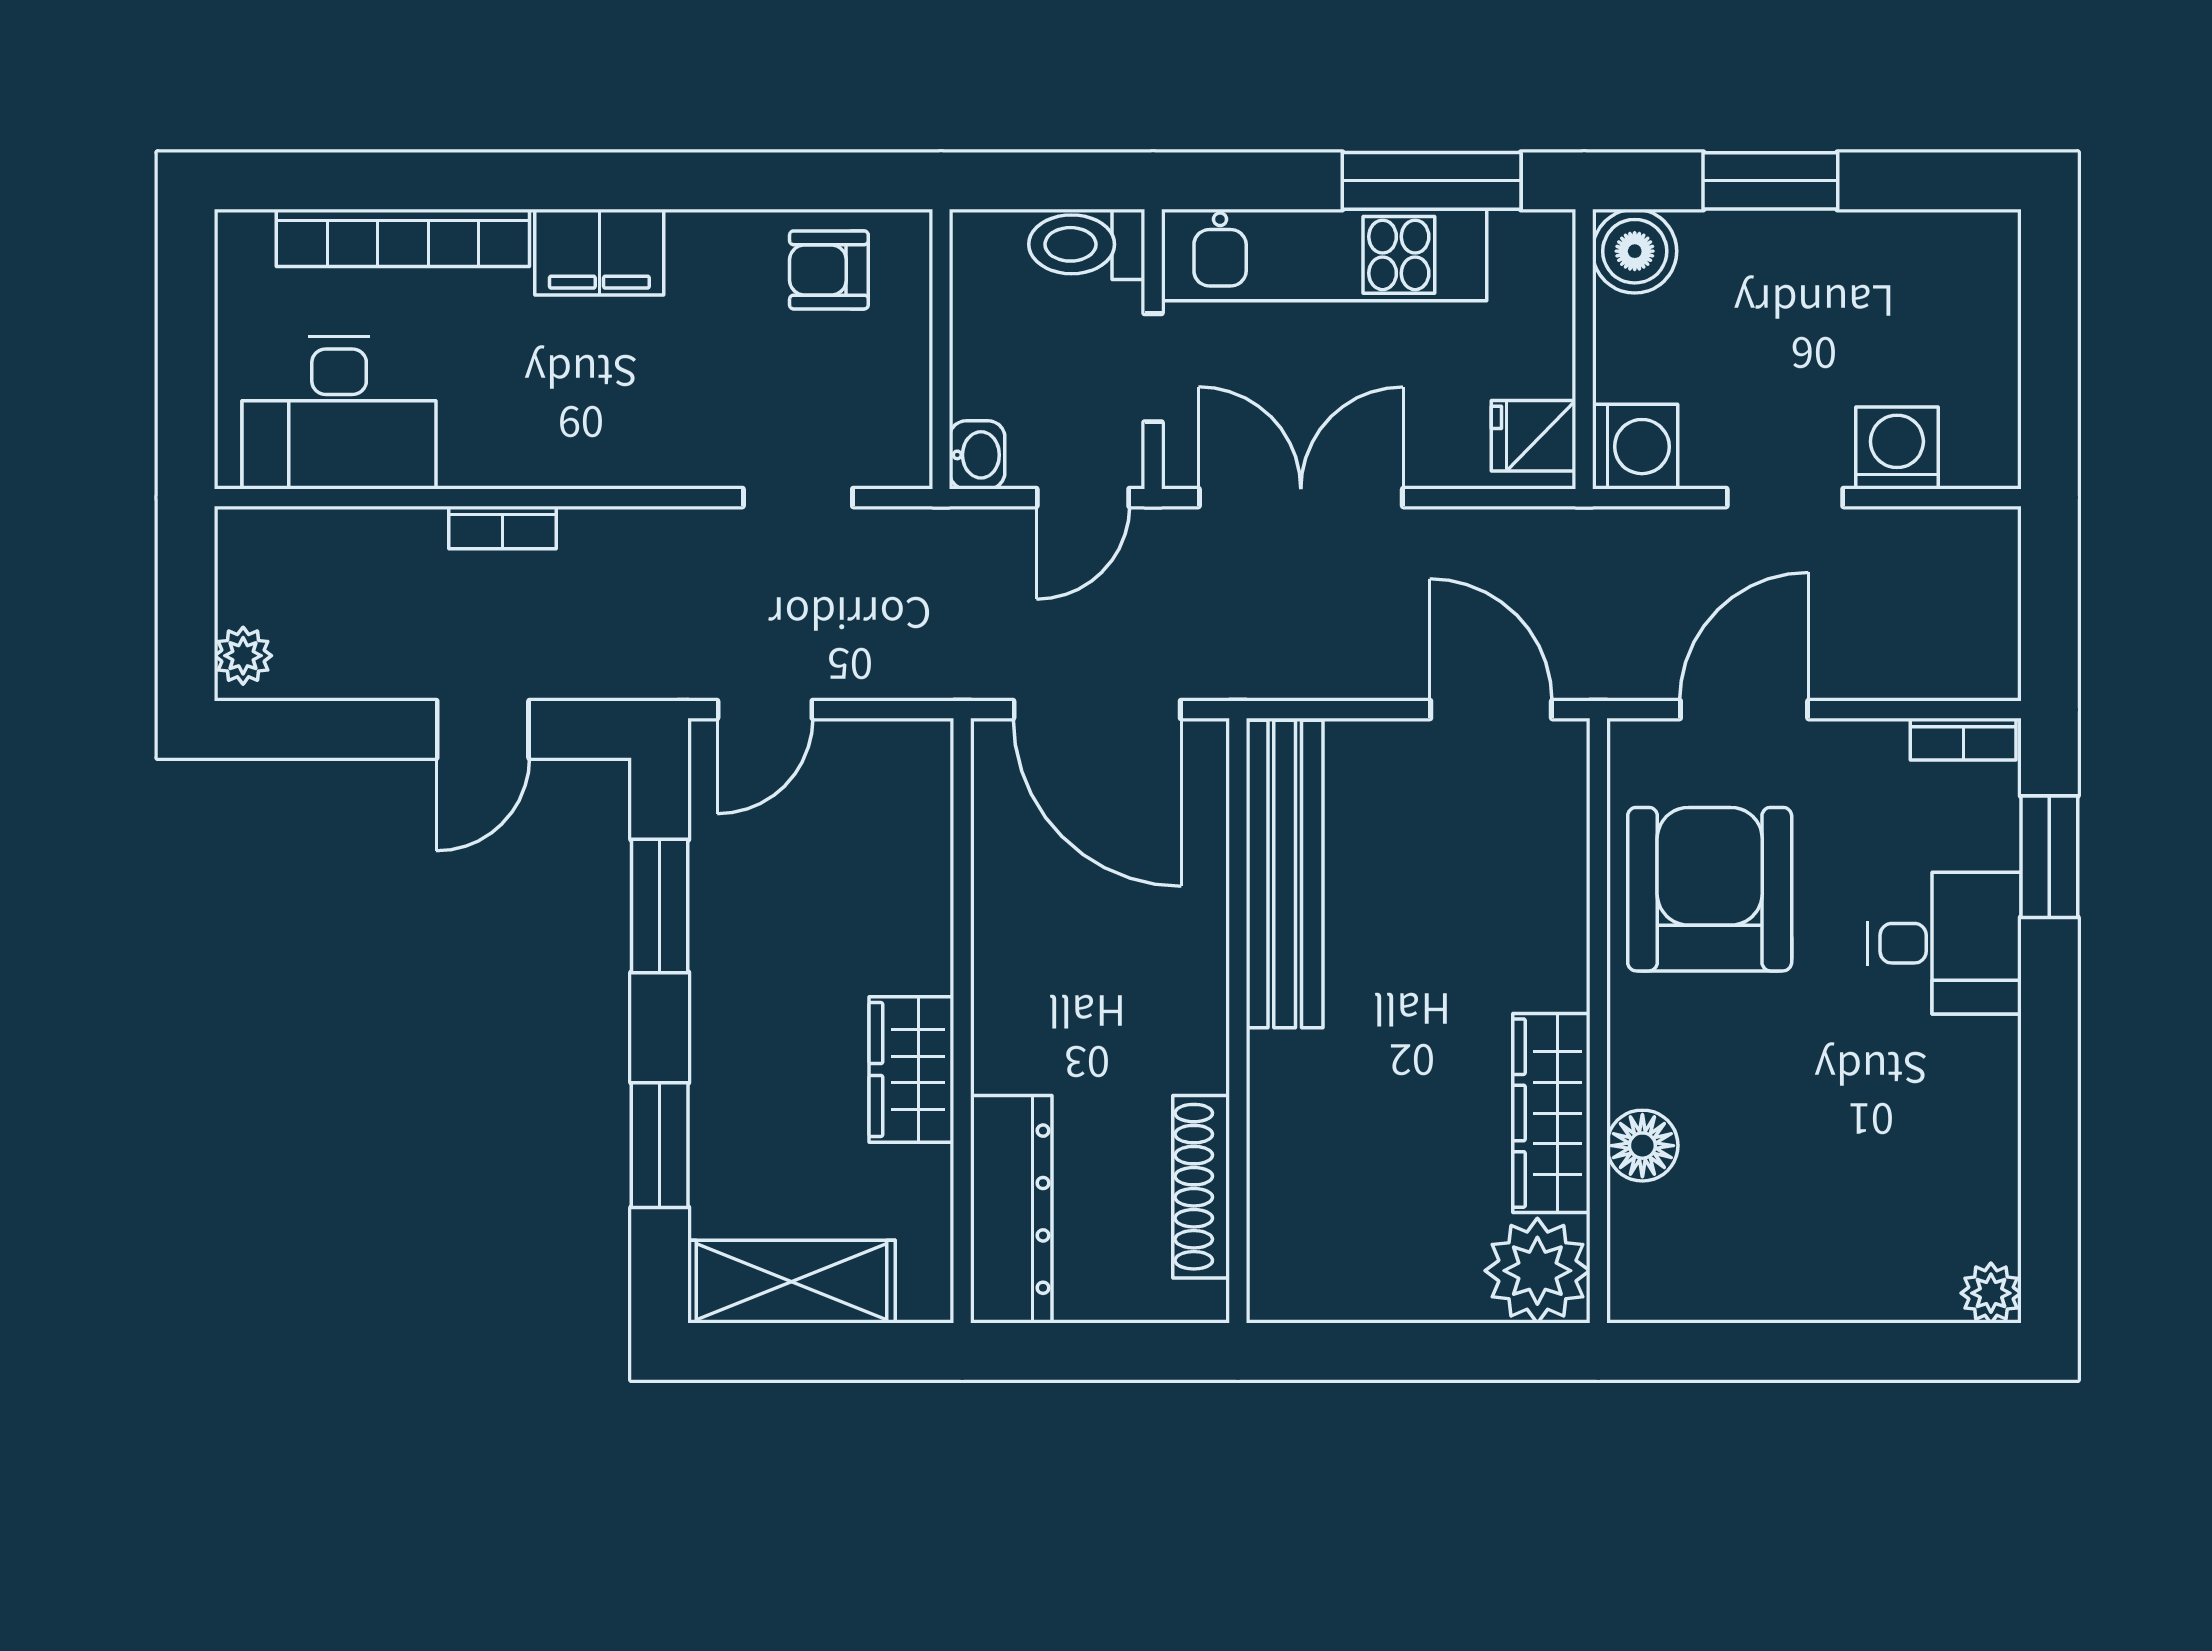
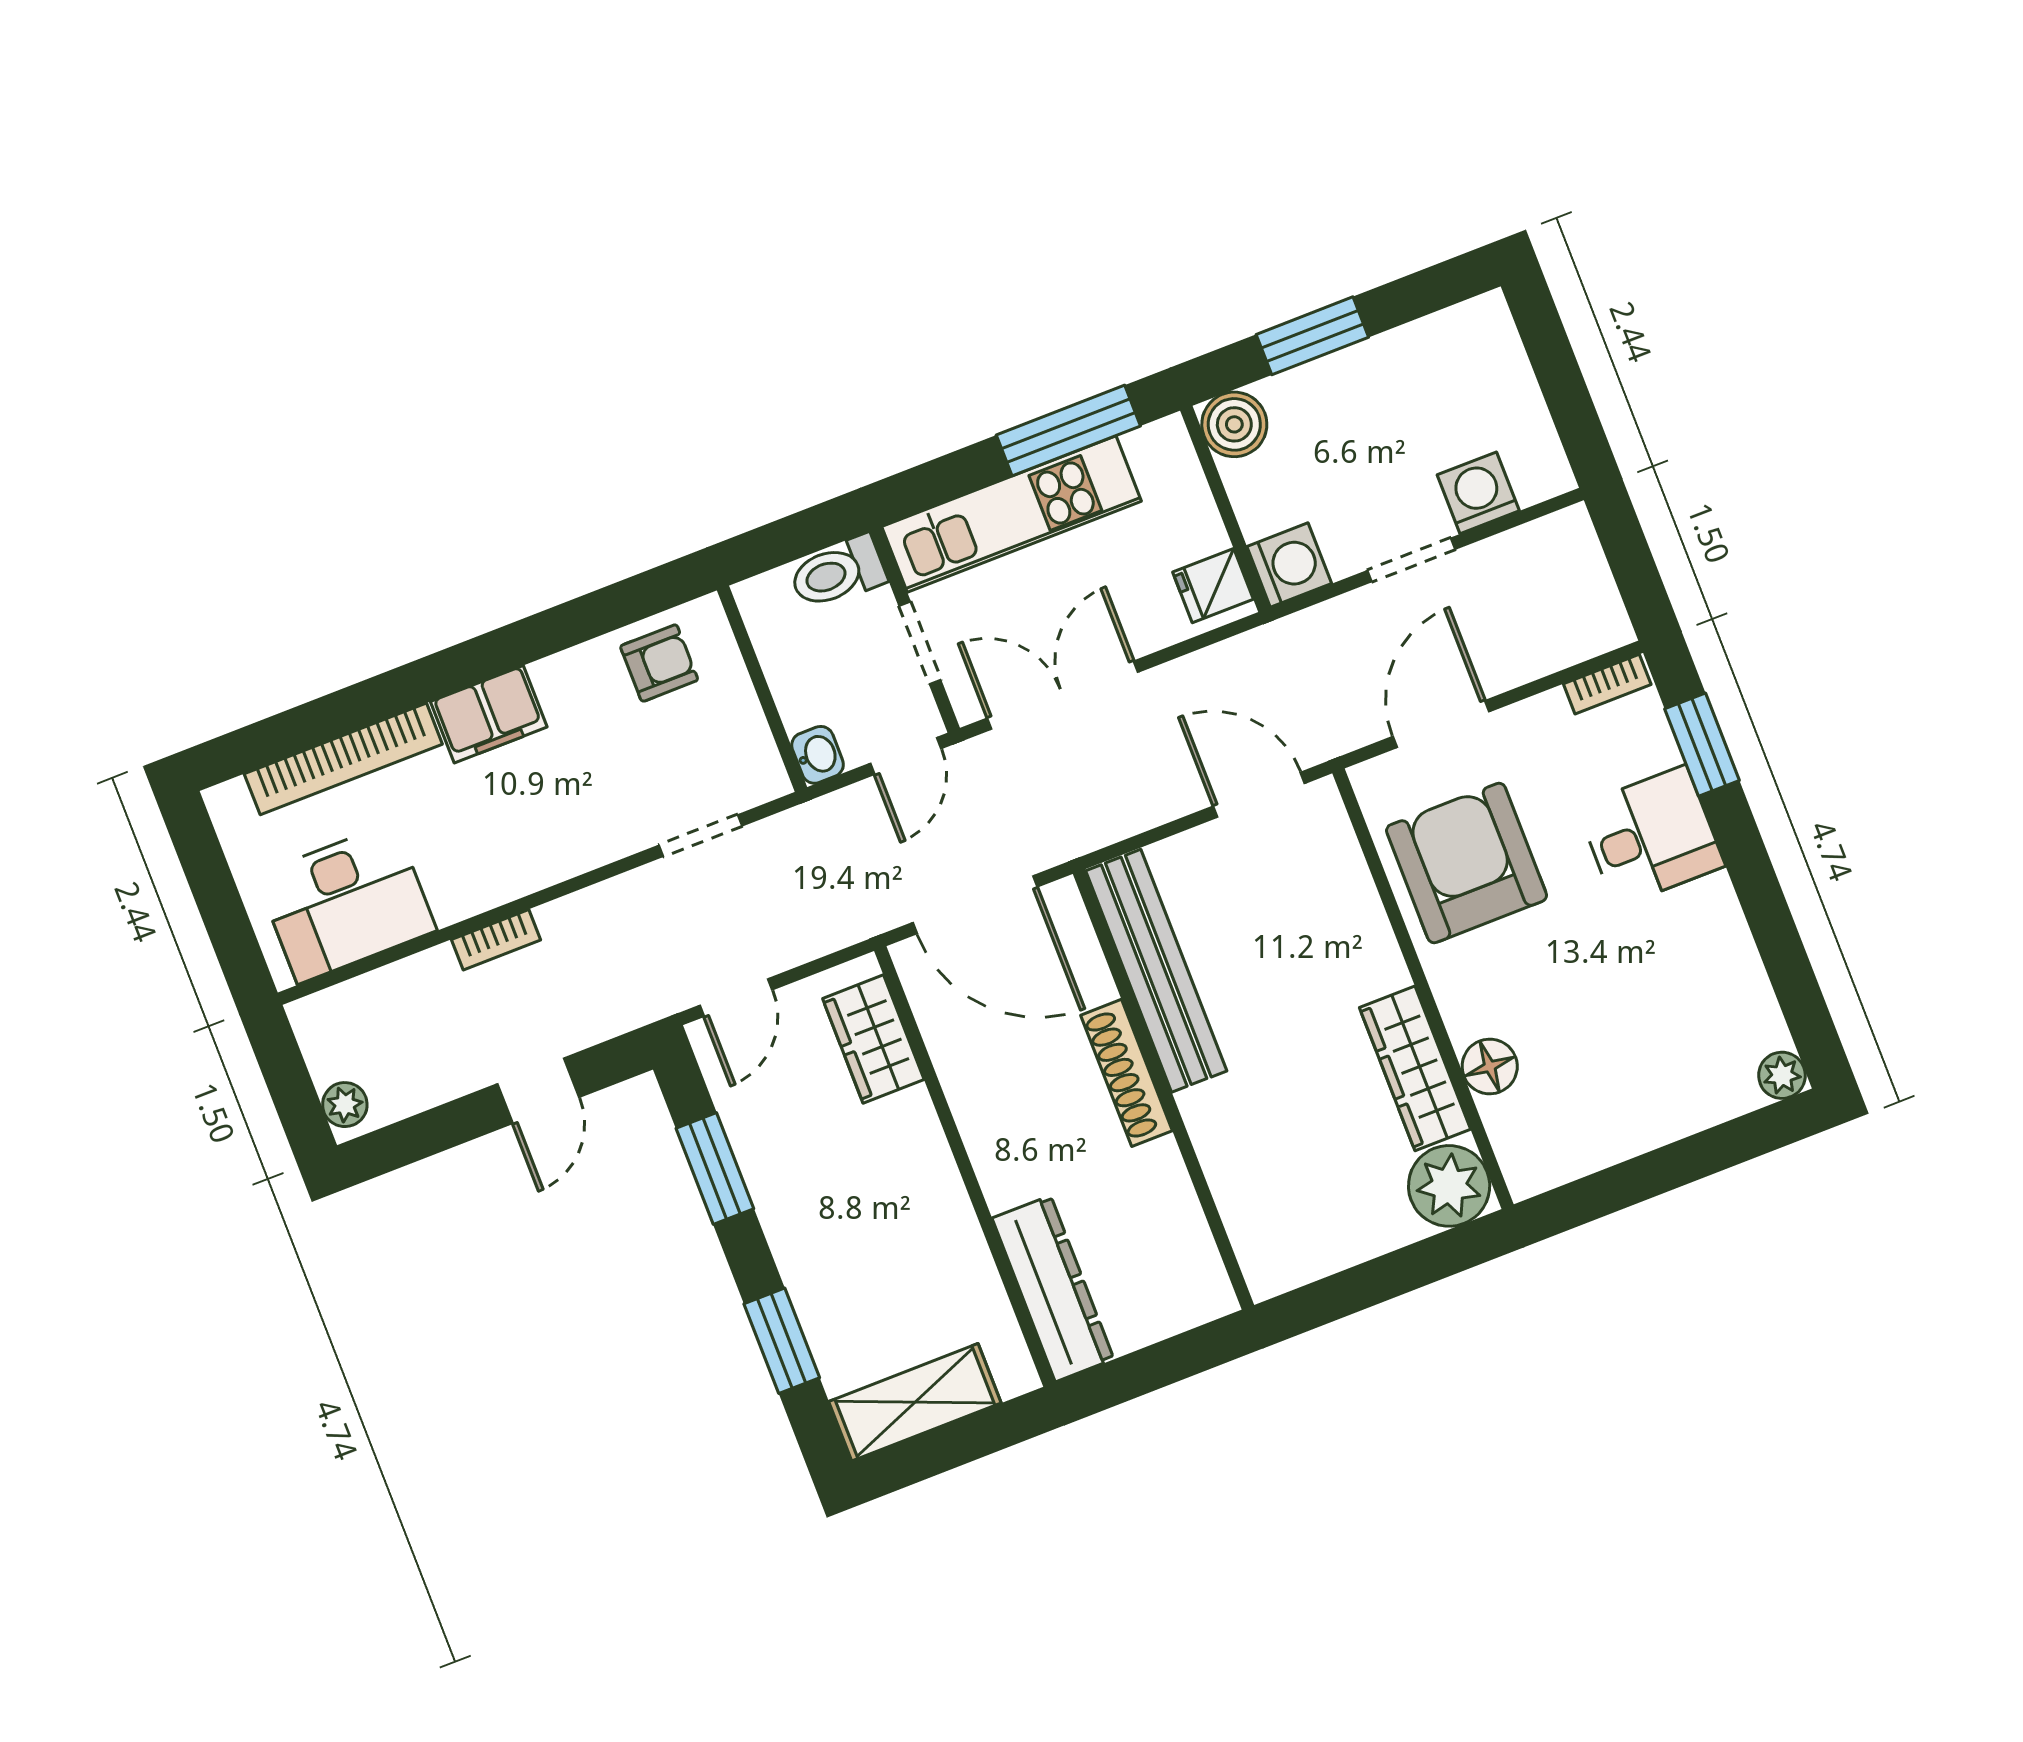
armchair: (829, 270) -> (659, 663), turned 180
wardrobe: (911, 1070) -> (873, 1039), moved
shoe rack: (1201, 1187) -> (1127, 1073), moved

